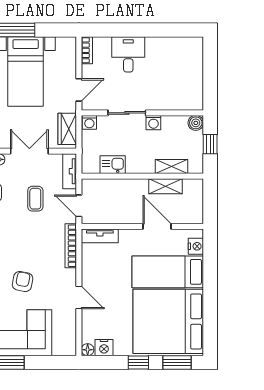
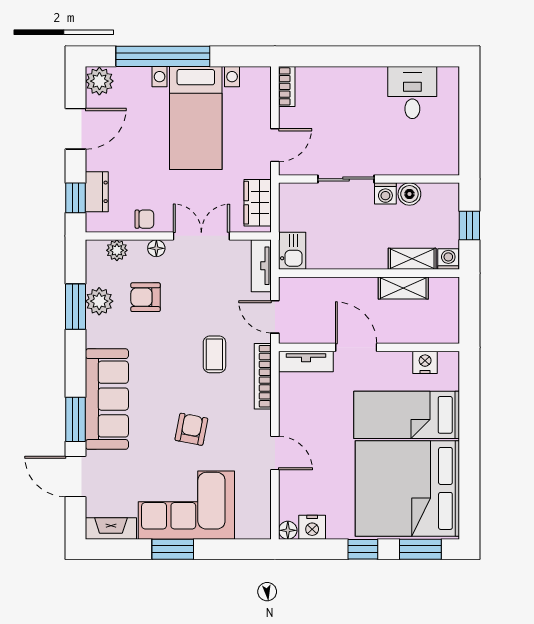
desk: (128, 54) -> (412, 93), moved
washing machine: (89, 122) -> (448, 259), moved, turned 180
boiler: (196, 123) -> (409, 194), moved
kitchen sink: (113, 165) -> (292, 251), moved, turned 90
coffee table: (35, 199) -> (214, 354), moved
door: (157, 226) -> (356, 347), moved
nightstand: (196, 246) -> (425, 362), moved, turned -90

